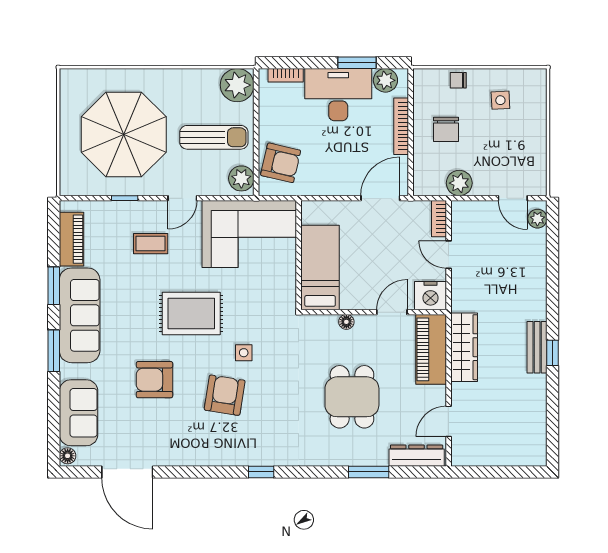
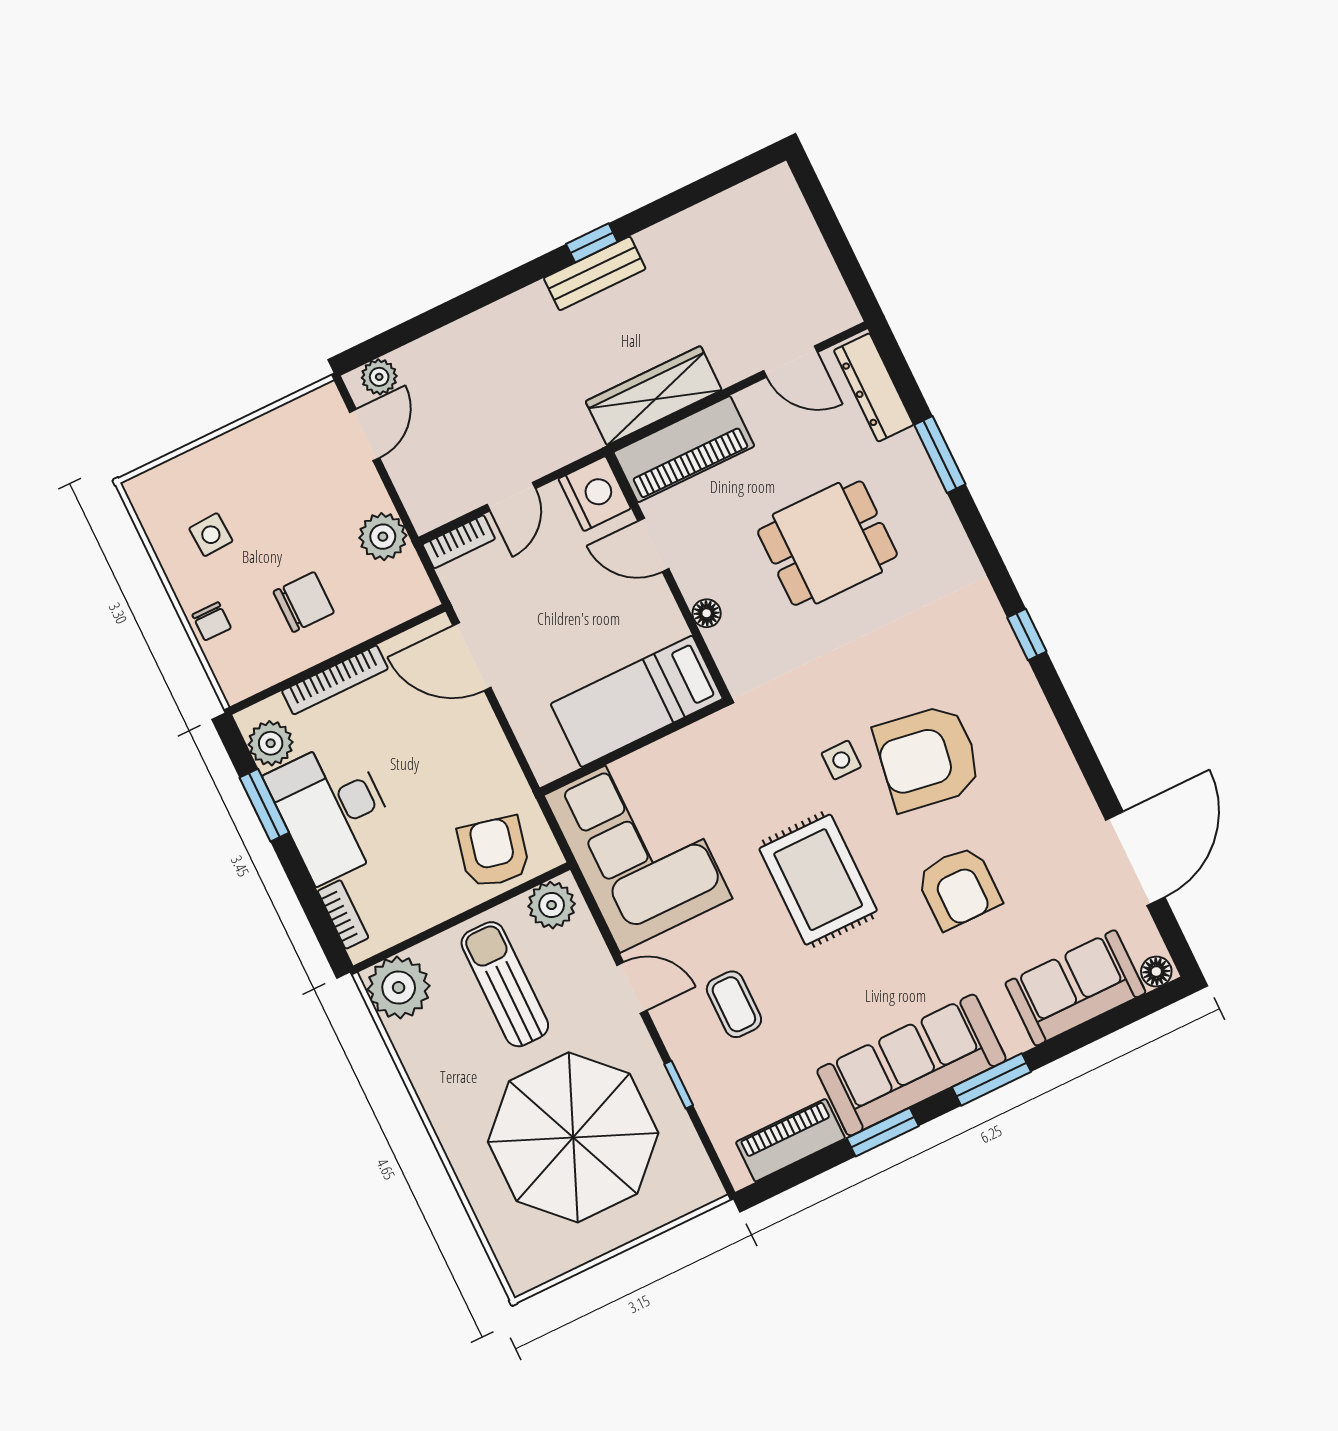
armchair: (225, 395) -> (928, 758), width x1.36, depth x1.36

